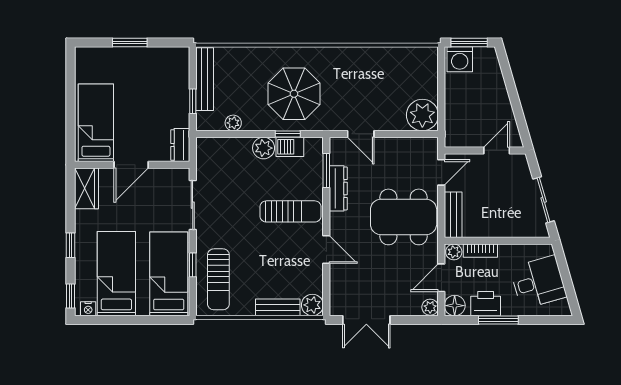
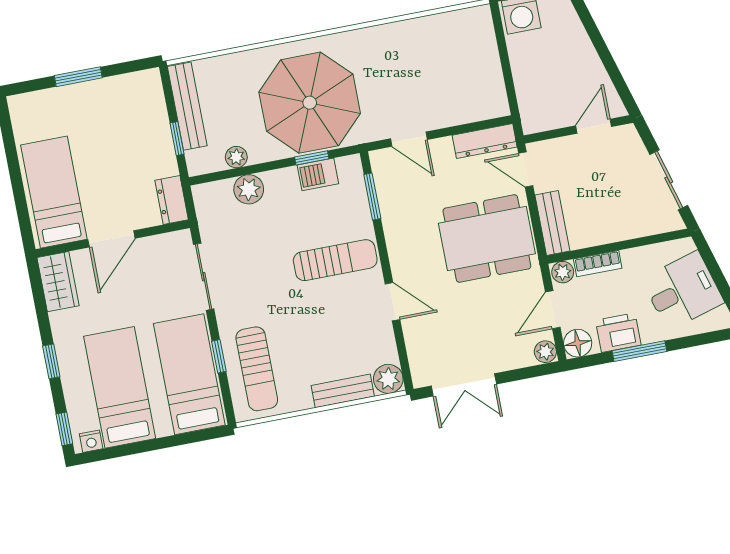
parasol: (294, 94) -> (310, 103), width x1.36, depth x1.36
plant: (422, 115) -> (486, 98), removed
plant: (264, 148) -> (249, 189), moved
door: (441, 172) -> (526, 170), swing flipped
dresser: (338, 188) -> (485, 141), moved, turned 90

